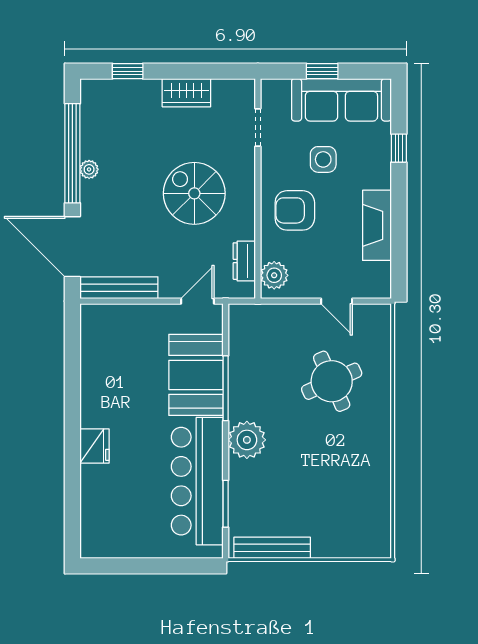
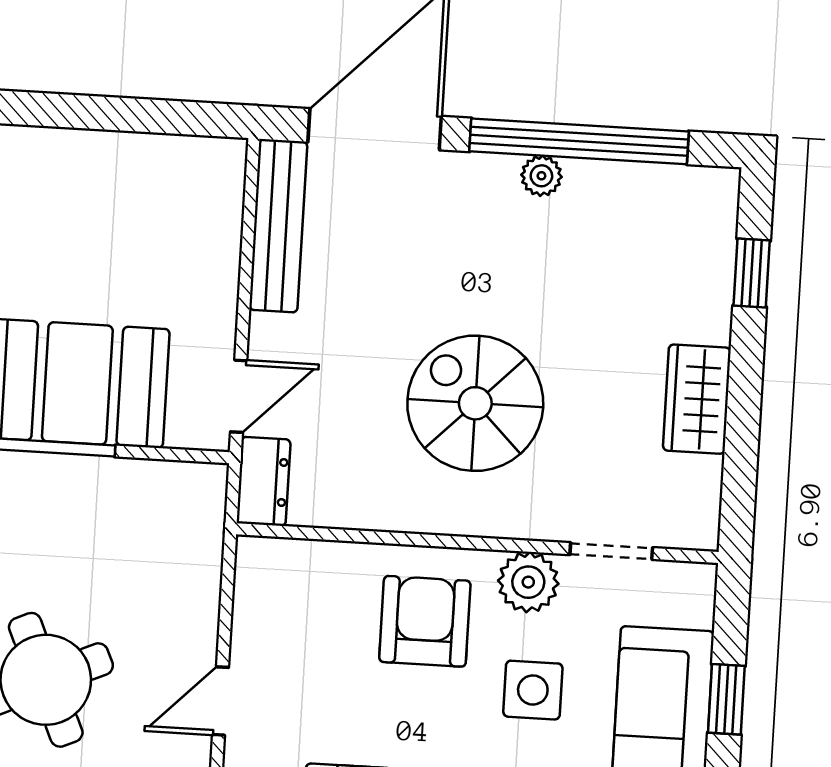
spiral stairs: (194, 193) -> (475, 403), turned -90
dresser: (244, 261) -> (264, 481), moved, turned 90
plant: (274, 275) -> (528, 582), moved
door: (198, 301) -> (239, 396), hinge flipped

